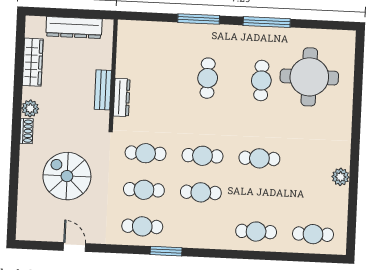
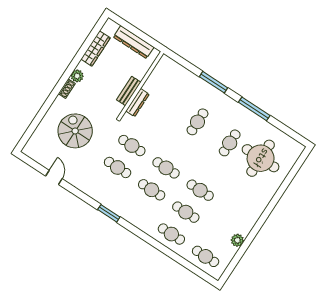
plant: (341, 177) -> (237, 240), moved
cafe table: (142, 226) -> (186, 212), moved

